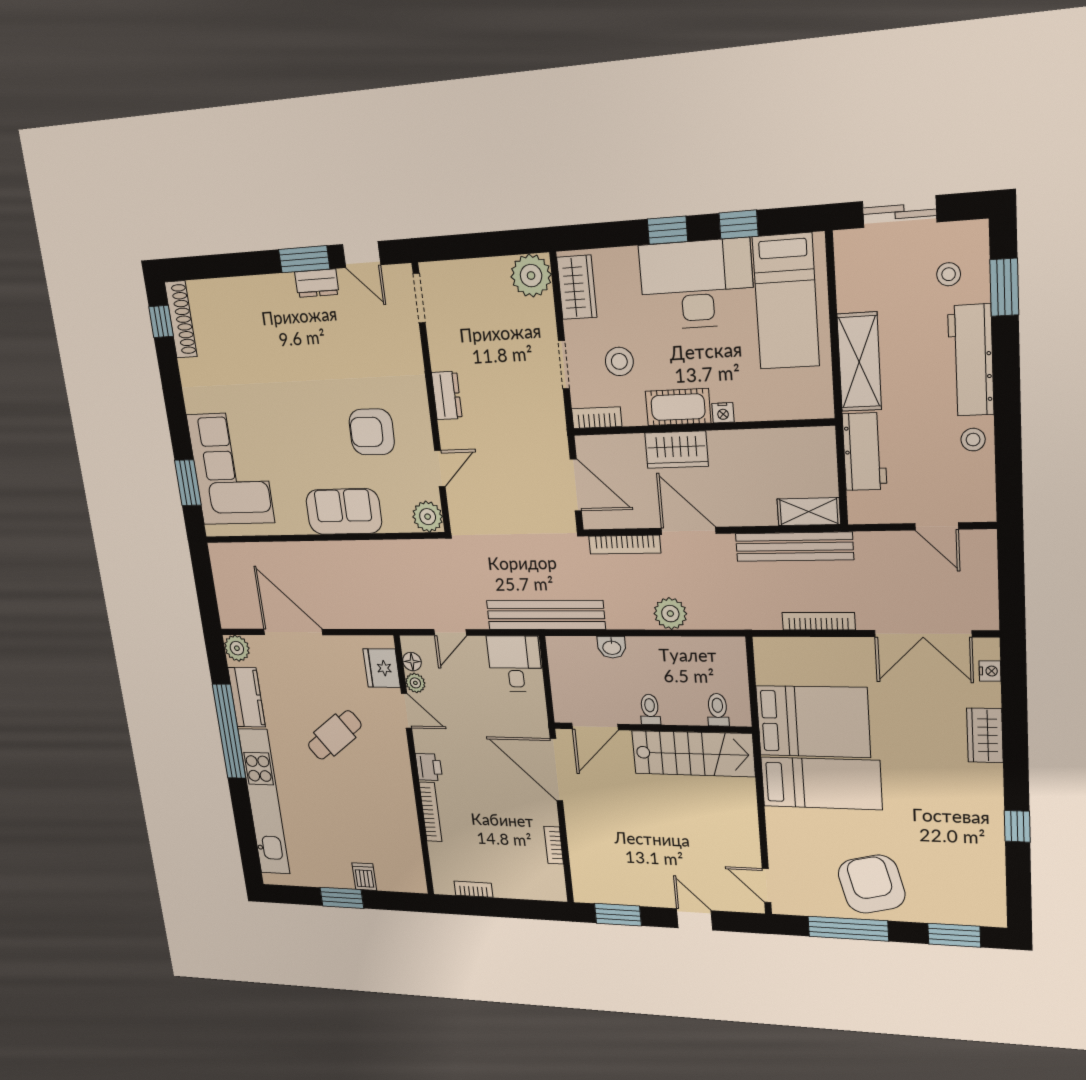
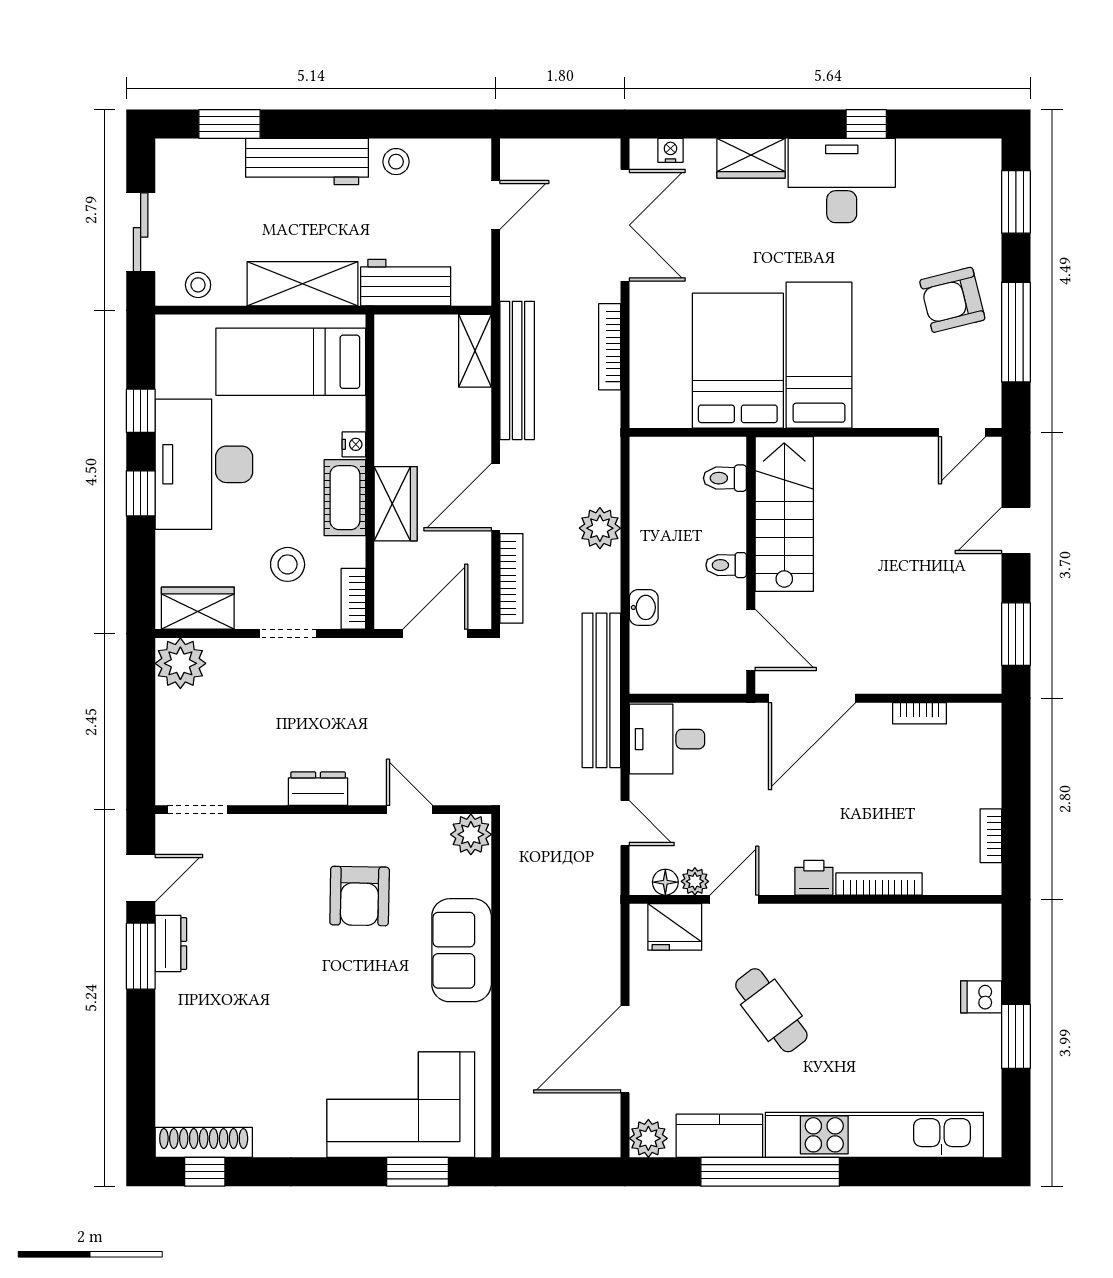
stool: (949, 274) -> (198, 285), moved
bed: (786, 302) -> (291, 362), moved, turned 180
desk: (968, 806) -> (842, 181), added
armchair: (872, 884) -> (952, 300), width x0.73, depth x0.73

